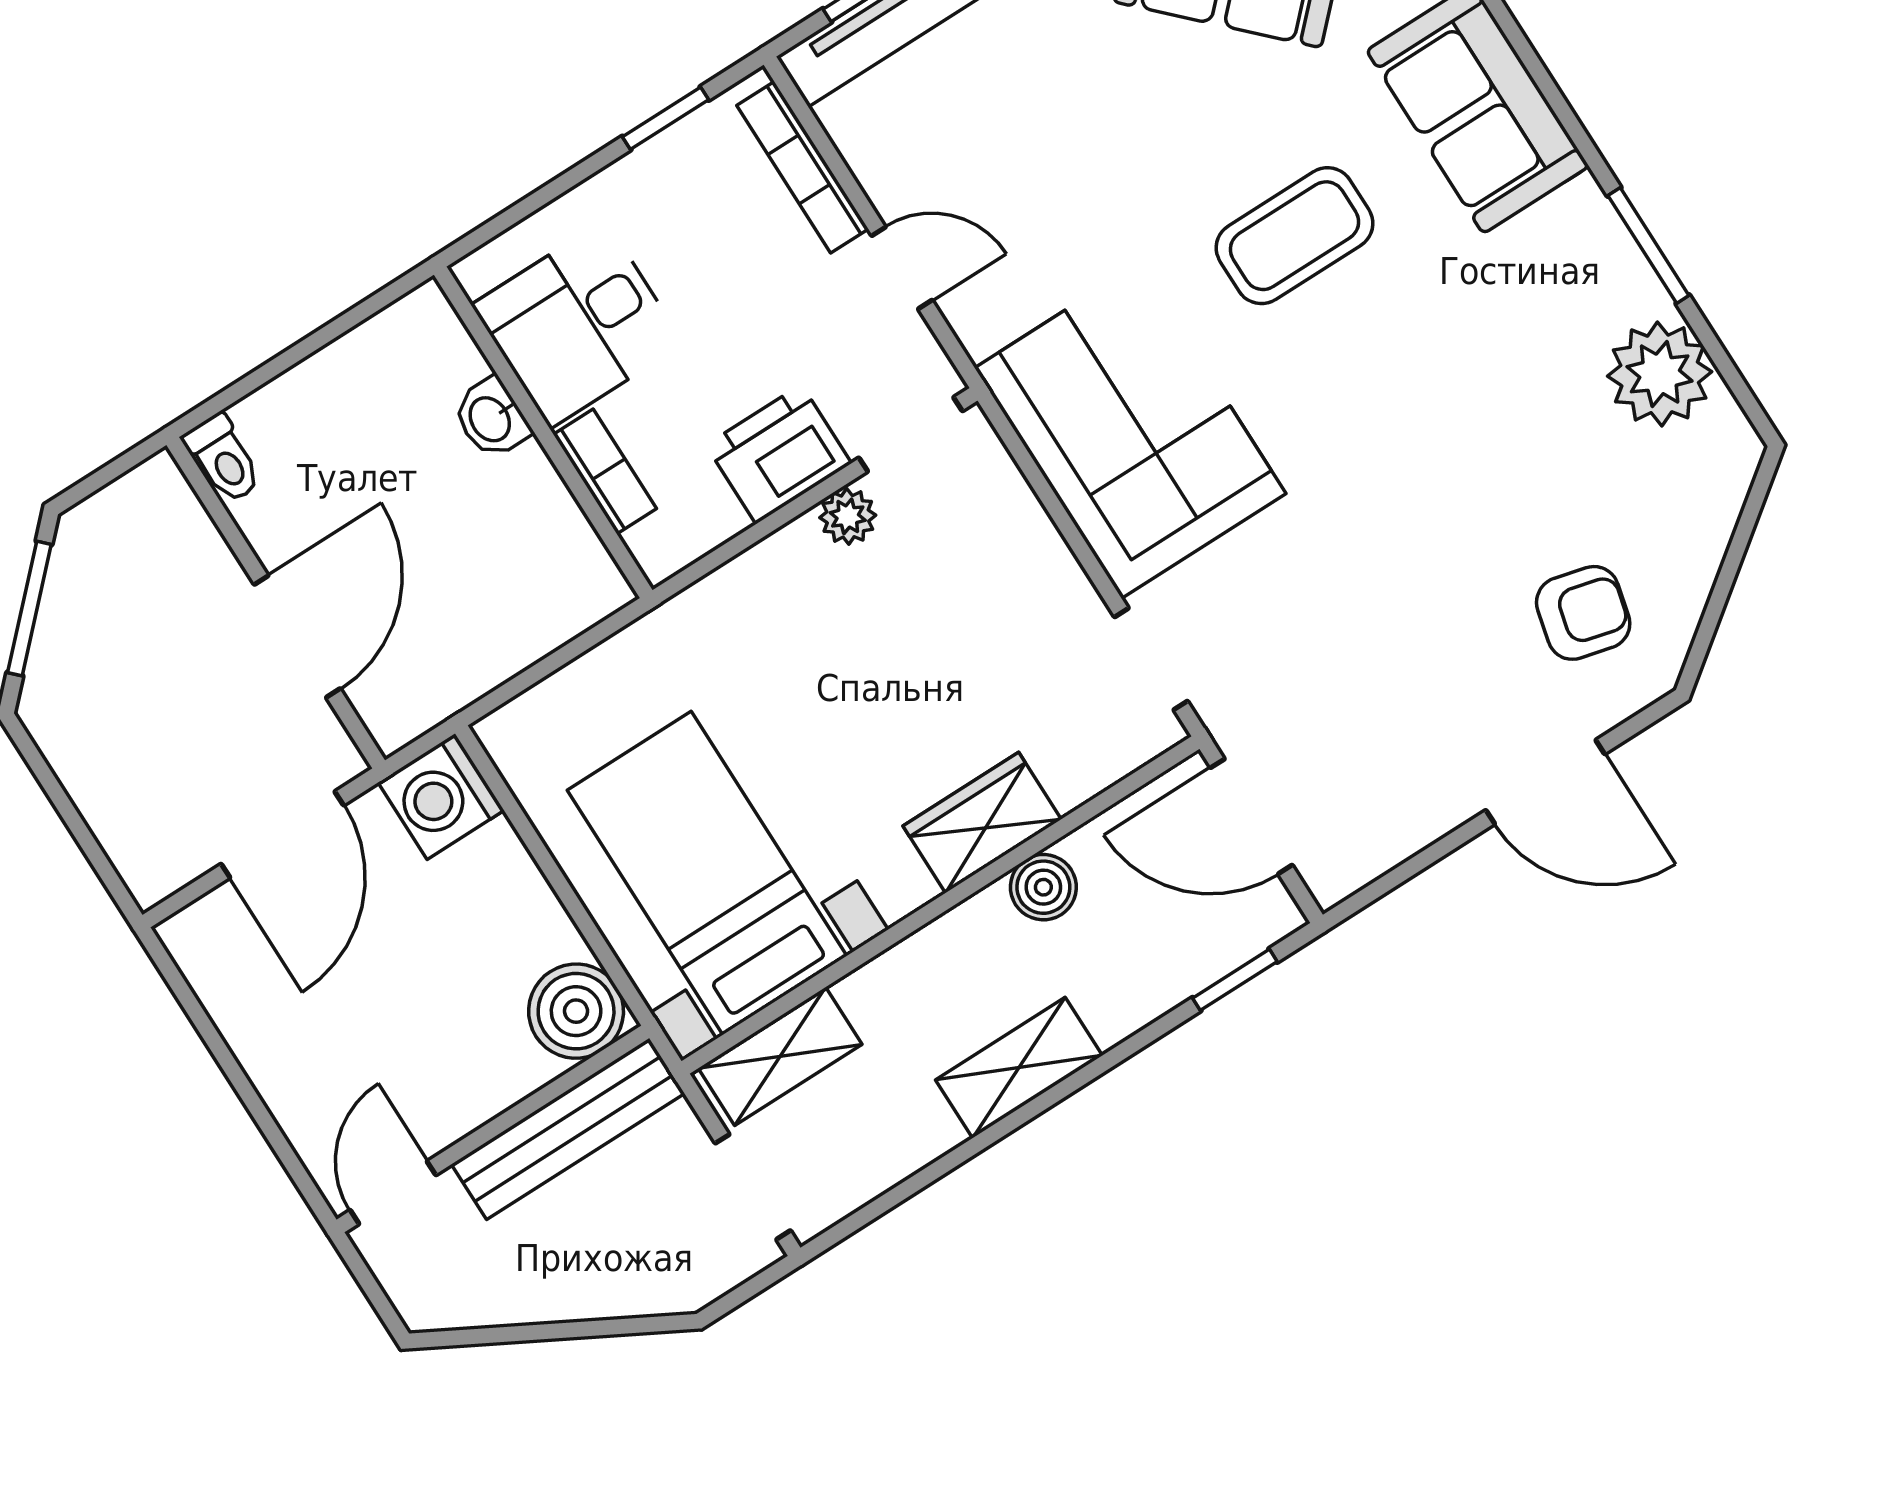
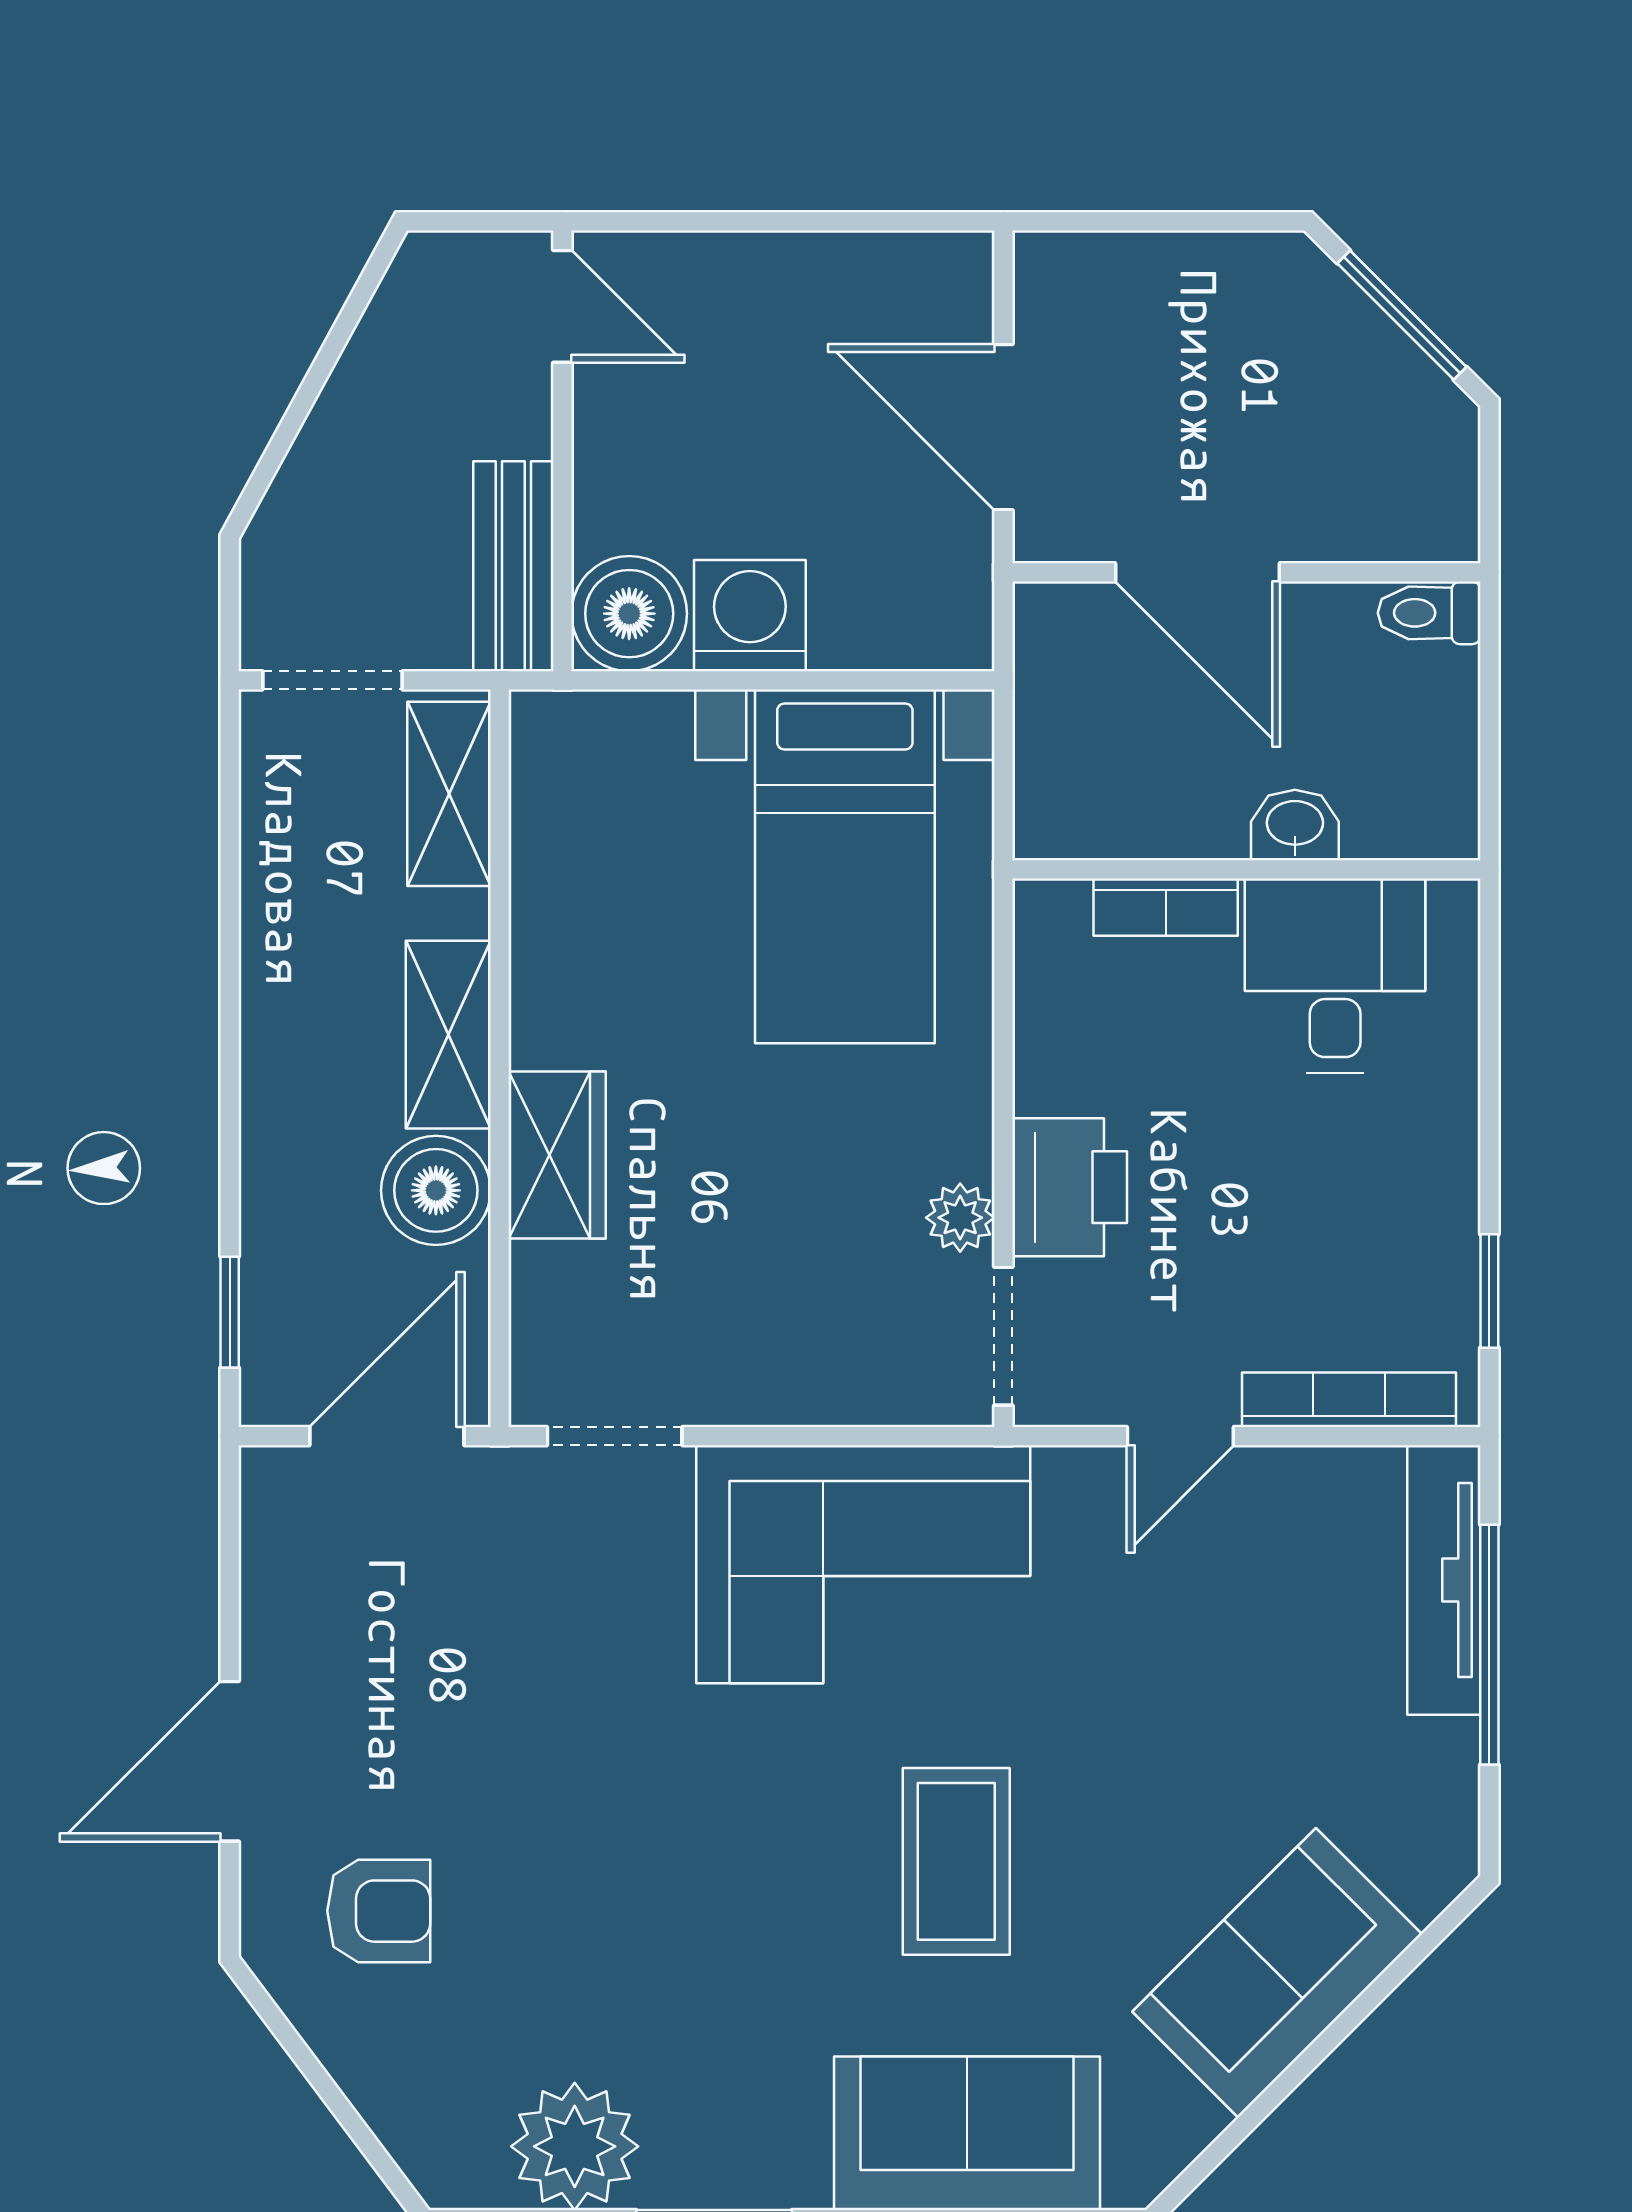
desk: (578, 324) -> (1335, 976), moved
washbasin: (491, 418) -> (1295, 825), moved
wall: (543, 432) -> (1246, 869), moved
bookcase: (605, 471) -> (1166, 907), moved
armchair: (1583, 613) -> (379, 1911), turned -104
washing machine: (441, 796) -> (750, 616), moved
bed with nightstands: (707, 873) -> (845, 866), moved, turned 90
boiler: (1043, 887) -> (436, 1190), width x1.36, depth x1.36
shelving: (1019, 1068) -> (448, 1035), moved
bench: (568, 1129) -> (513, 566), width x0.73

